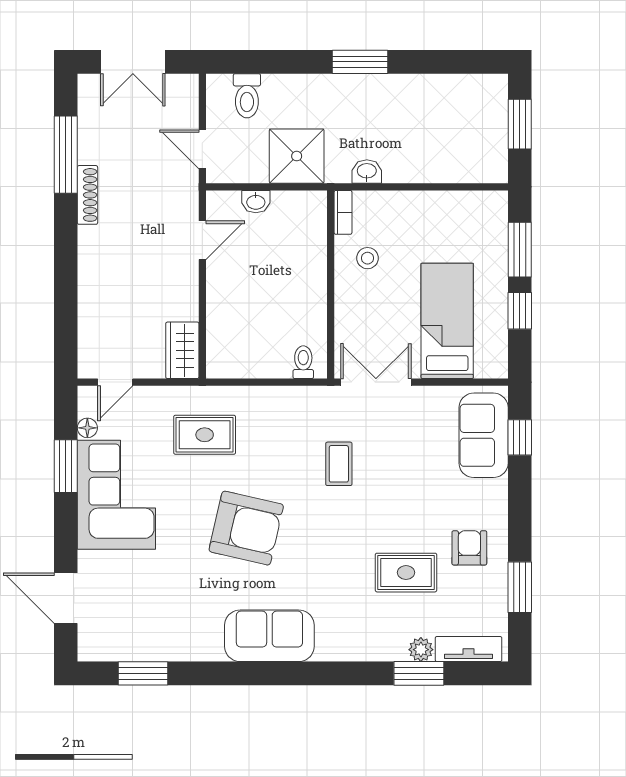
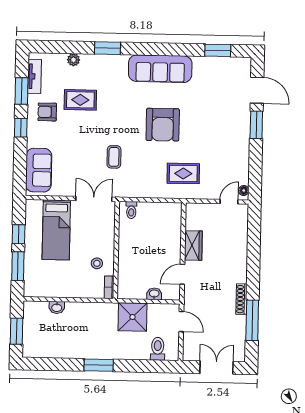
washbasin: (367, 171) -> (57, 307), moved
wardrobe: (182, 350) -> (193, 245), moved
double door: (376, 382) -> (94, 199), swing flipped
floor lamp: (87, 428) -> (244, 190), moved
window: (520, 437) -> (21, 128), moved
window: (66, 466) -> (256, 125), moved
corner sofa: (116, 495) -> (230, 143), removed
armchair: (246, 528) -> (163, 125), turned -103
armchair: (469, 548) -> (47, 112), turned 90
sofa: (269, 636) -> (160, 69), width x1.36
tv unit: (469, 649) -> (34, 76), moved, turned -90
window: (419, 673) -> (108, 48), moved

